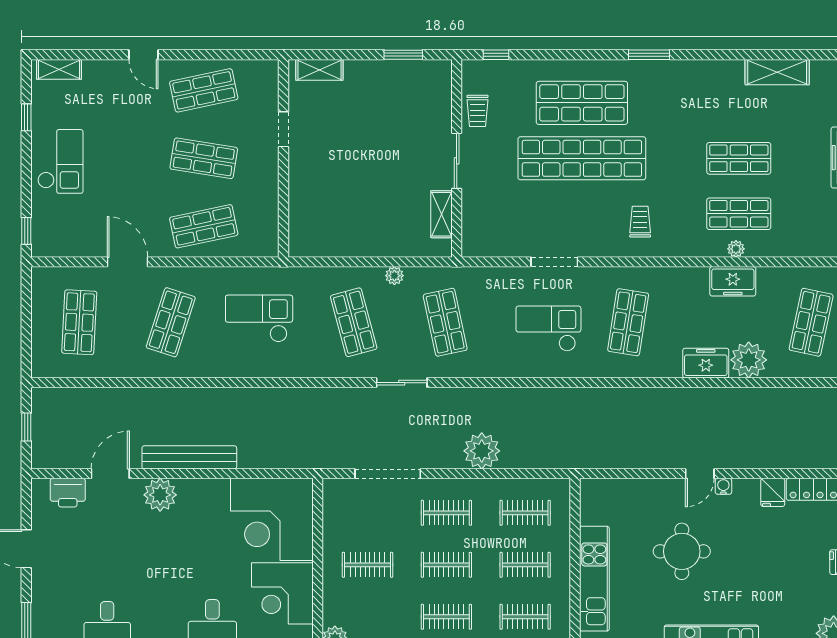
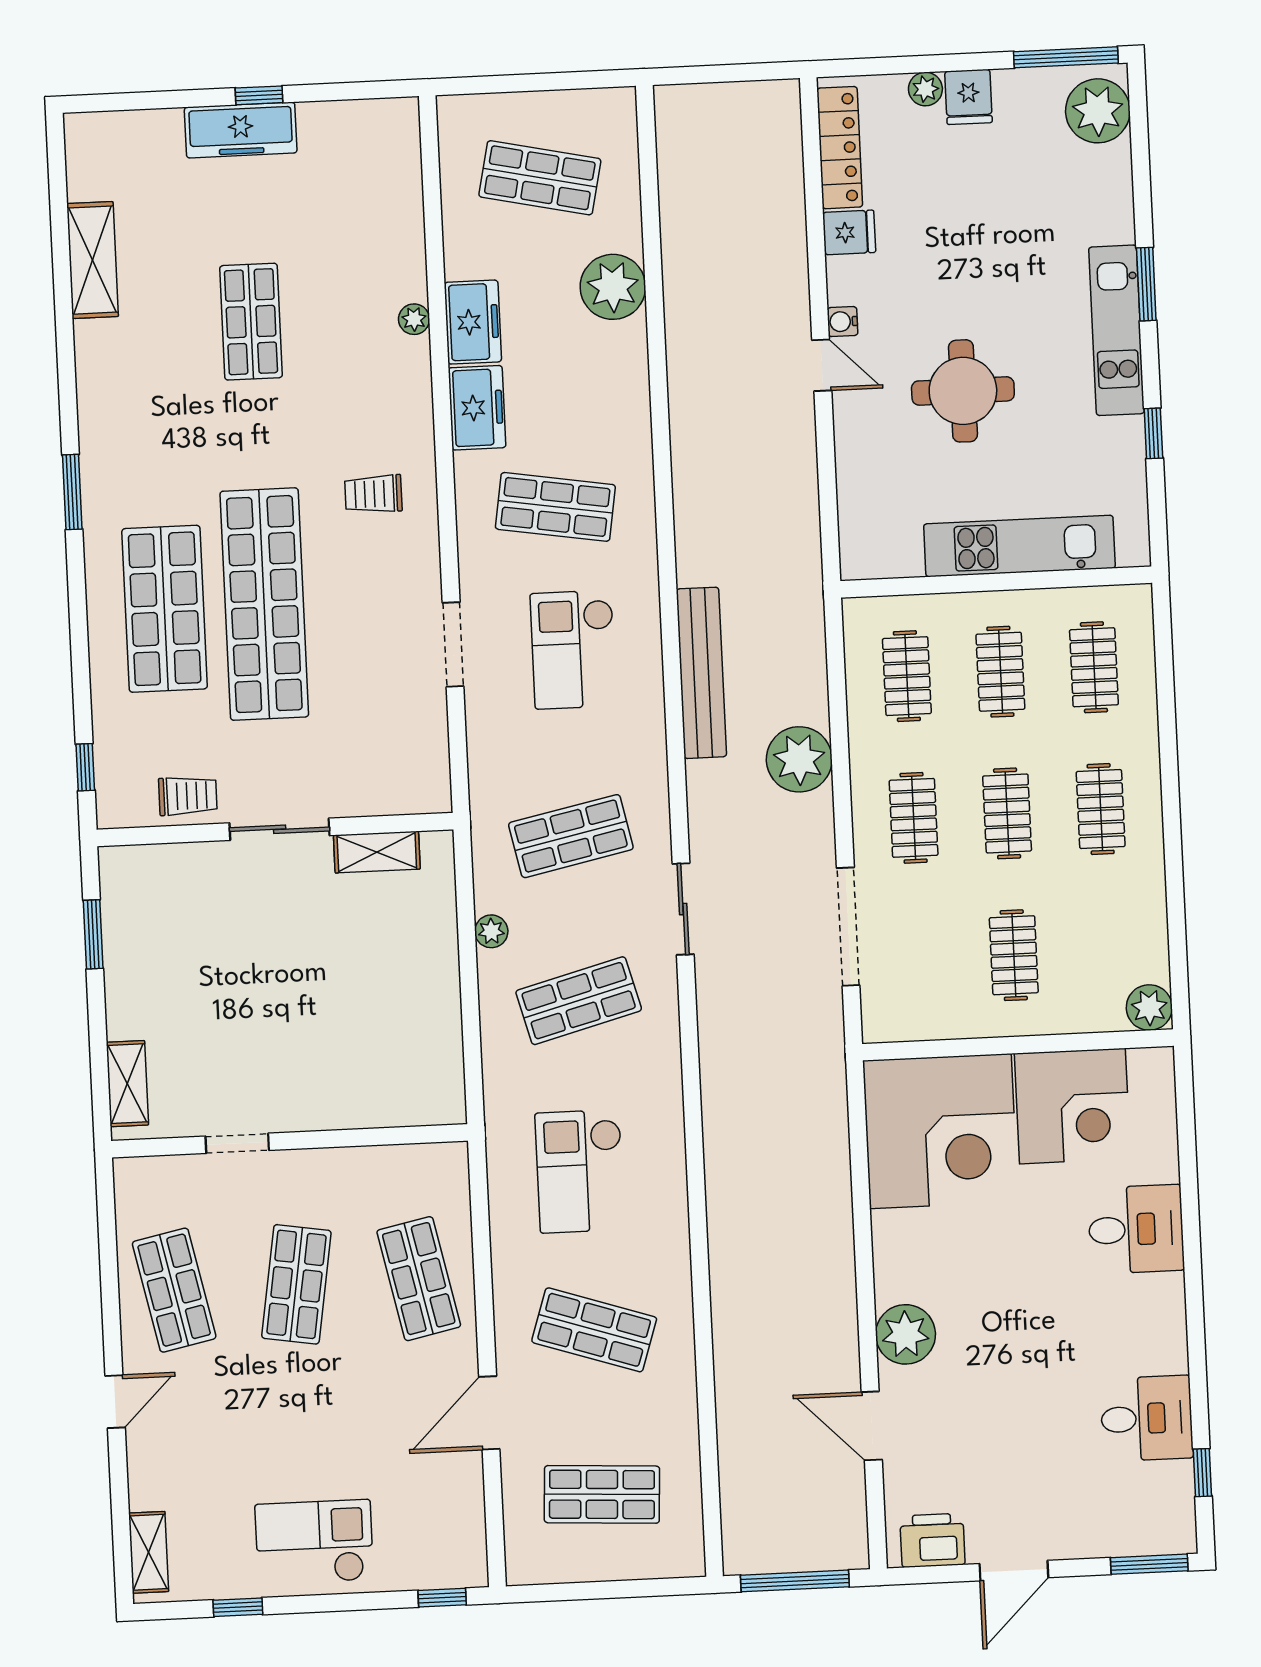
shop shelf: (739, 214) -> (351, 317), removed
freezer: (706, 363) -> (477, 408), moved, turned 180
window: (26, 427) -> (795, 1581), width x2.17
bench: (189, 457) -> (701, 673), moved
printer: (68, 493) -> (932, 1540), moved, turned -90

